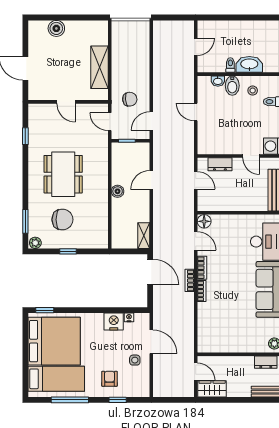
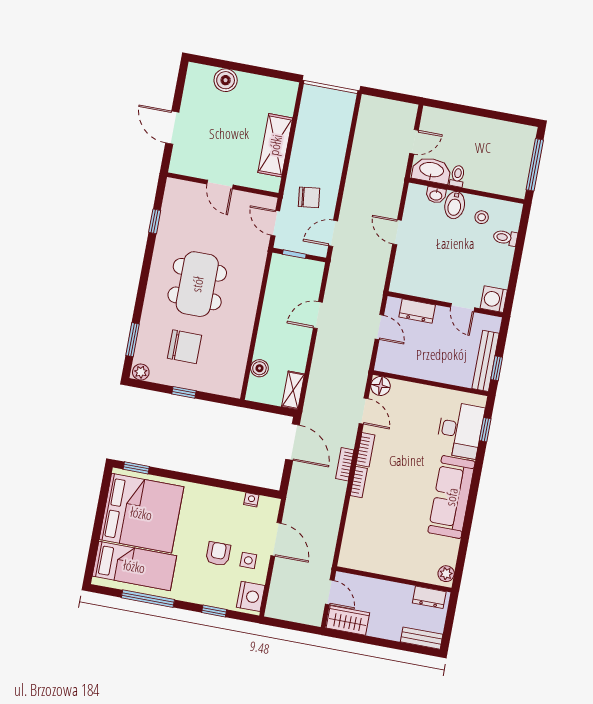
washbasin: (249, 64) -> (431, 170), moved
boiler: (118, 191) -> (259, 368), moved
nightstand: (114, 322) -> (251, 596), moved, turned 90
armchair: (110, 379) -> (218, 554), moved

